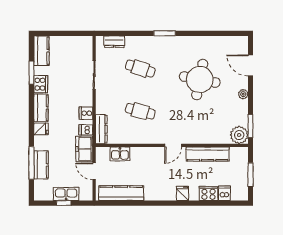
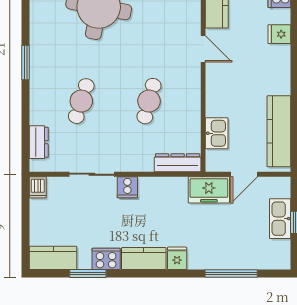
cooker: (86, 113) -> (127, 187), moved
dishwasher: (86, 130) -> (38, 187), moved
kitchen counter: (41, 165) -> (234, 258), removed

